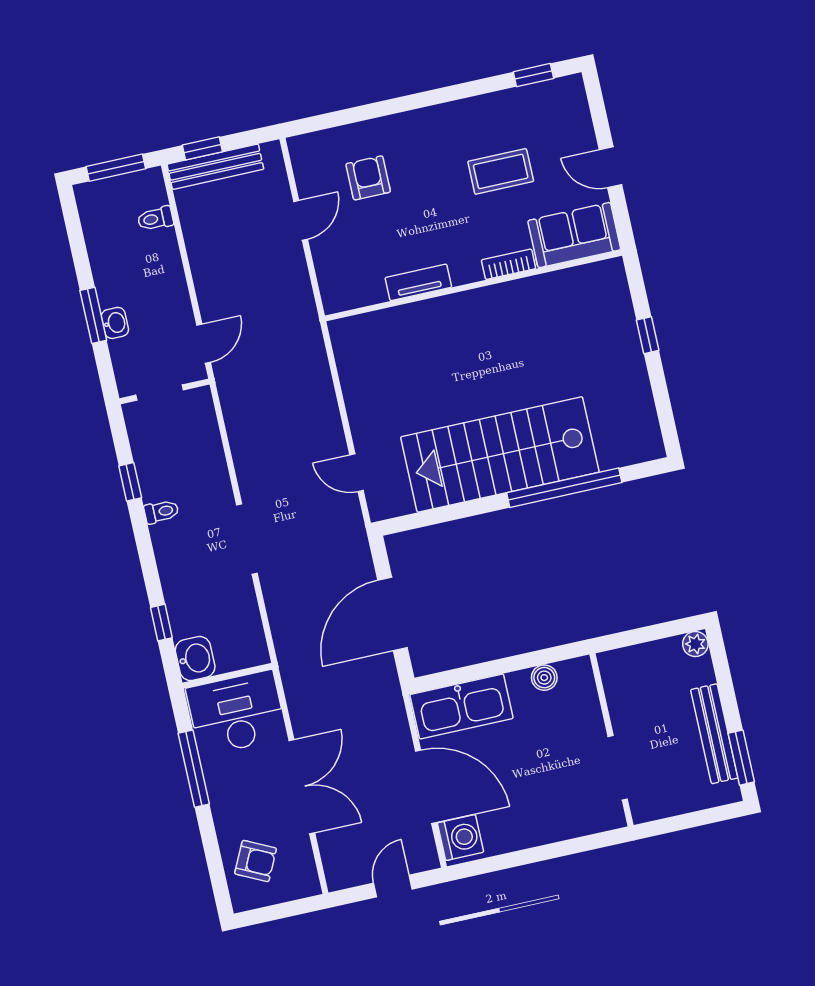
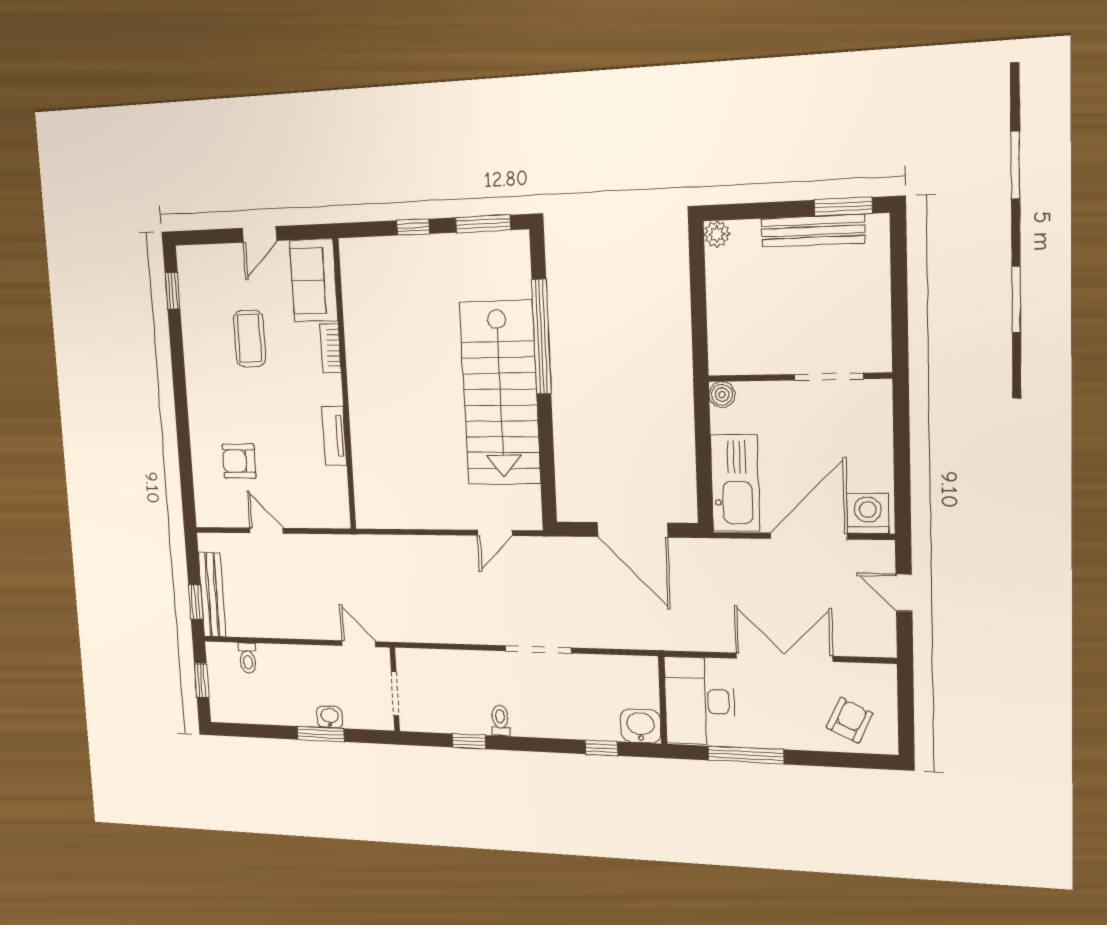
window: (116, 168) -> (202, 681), width x0.67
window: (664, 408) -> (483, 224), added
wall: (611, 740) -> (799, 377), moved
doorway: (618, 768) -> (829, 377), moved

